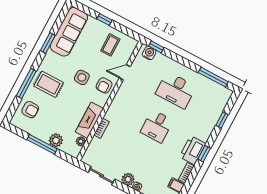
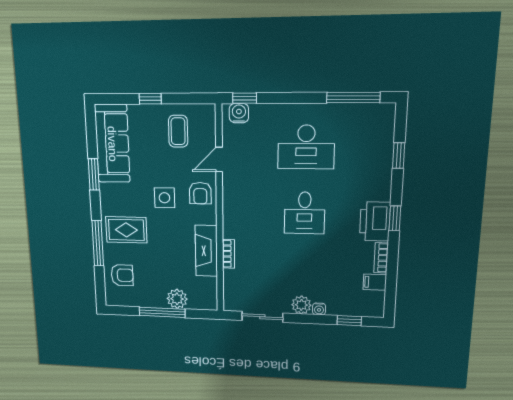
plant: (81, 141) -> (210, 285), removed

